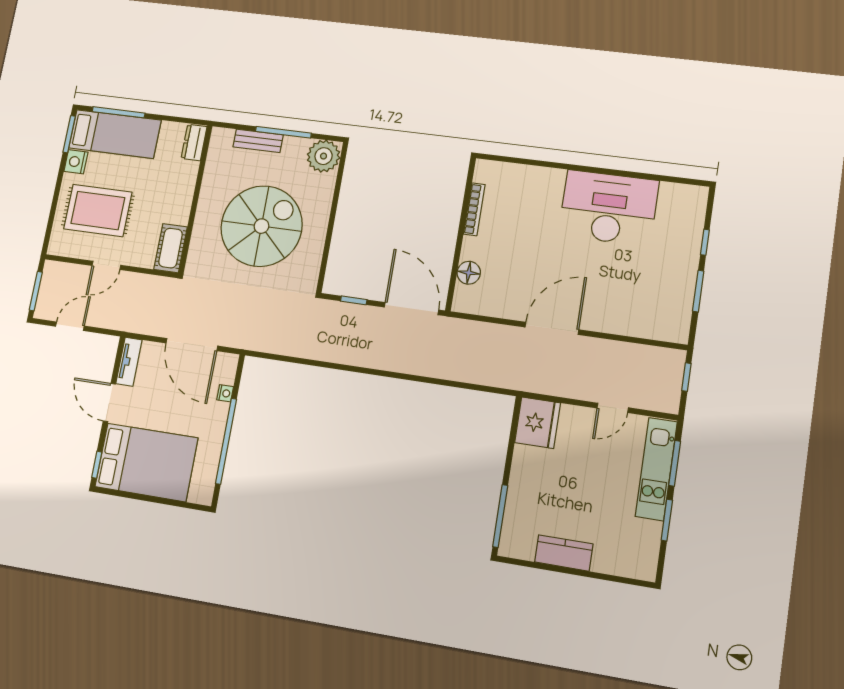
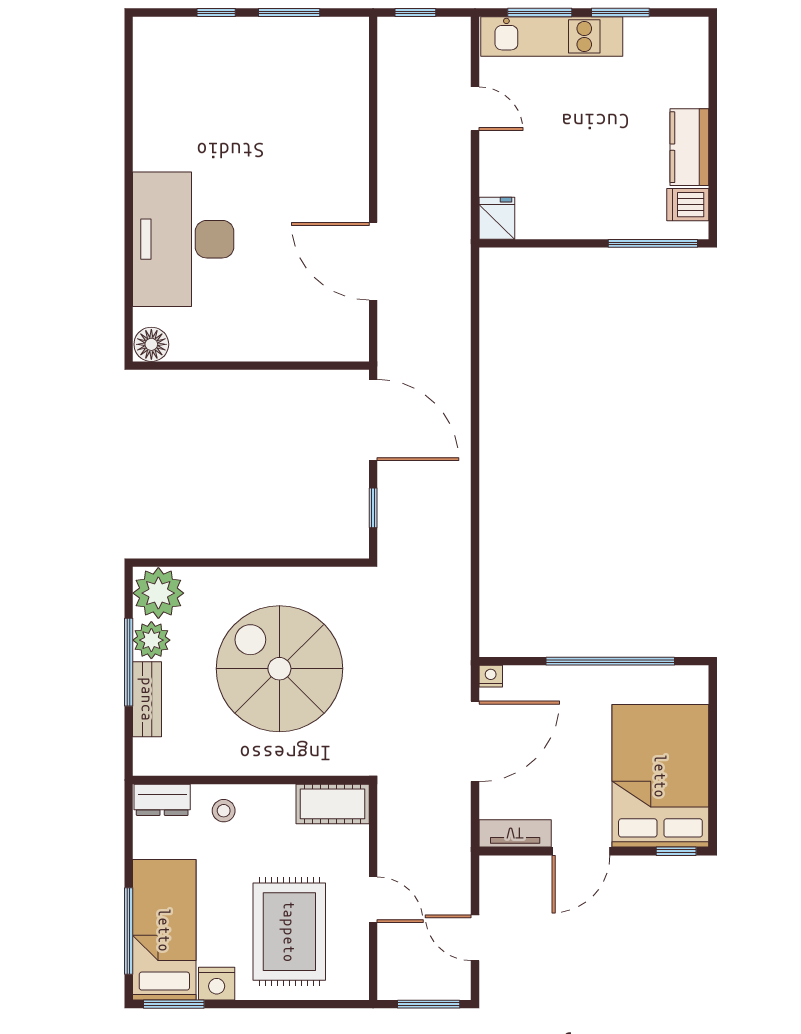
plant: (295, 148) -> (151, 640), added
stool: (180, 180) -> (224, 811), added
desk: (609, 208) -> (183, 239), moved
bookcase: (474, 209) -> (211, 351), removed
floor lamp: (469, 273) -> (151, 344), moved
door: (411, 309) -> (373, 420), swing flipped
door: (552, 328) -> (373, 261), moved
nightstand: (225, 393) -> (491, 676), moved
fridge: (538, 423) -> (497, 218), width x0.53, depth x0.75
dishwasher: (523, 545) -> (688, 205), added

